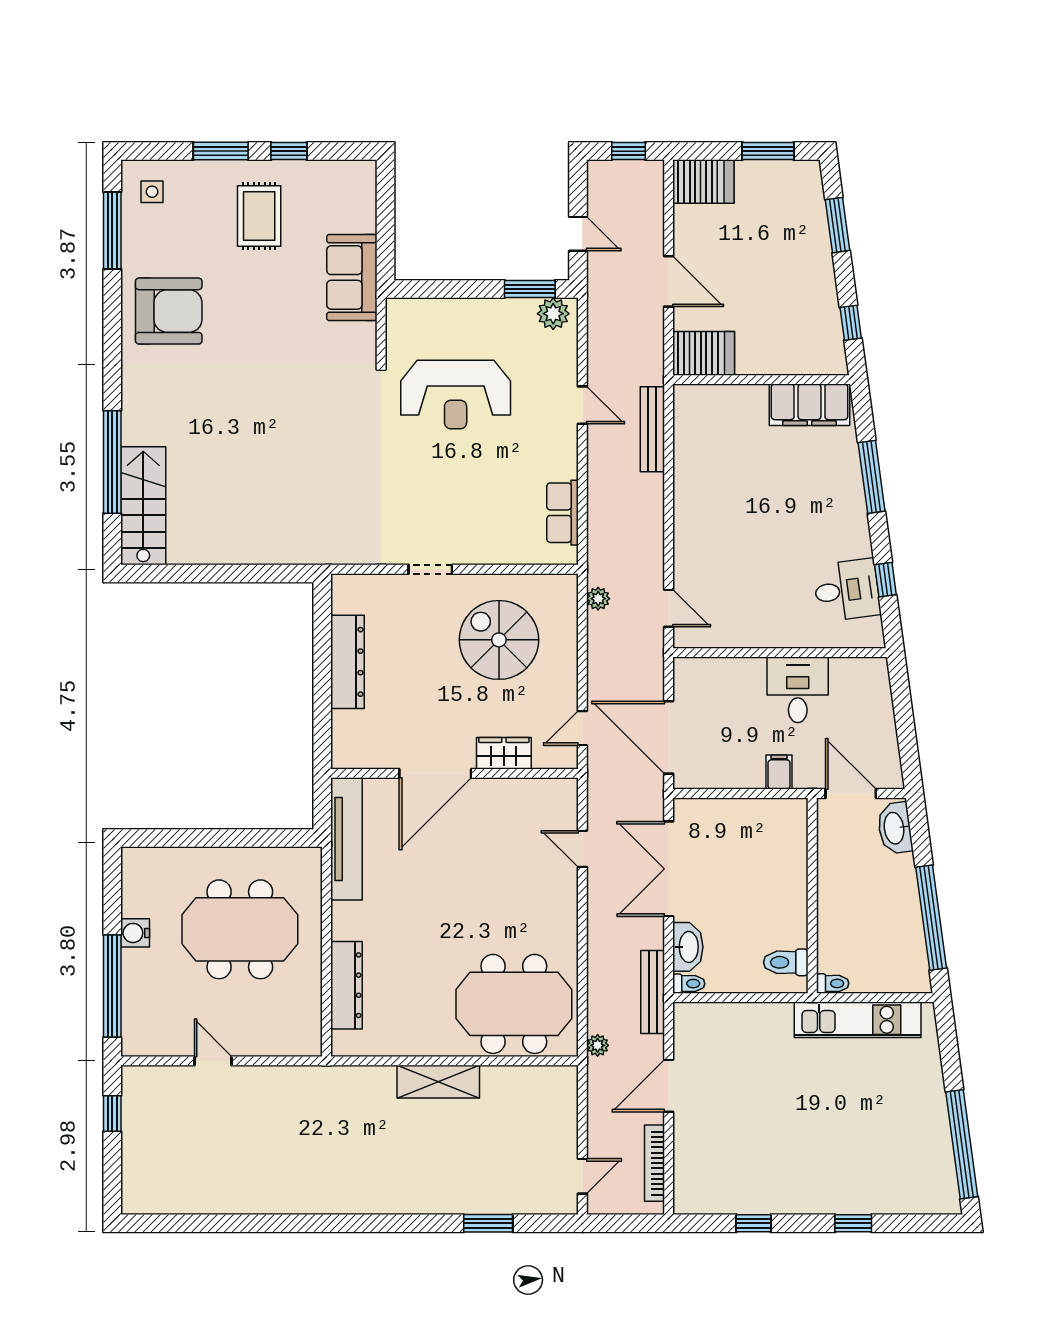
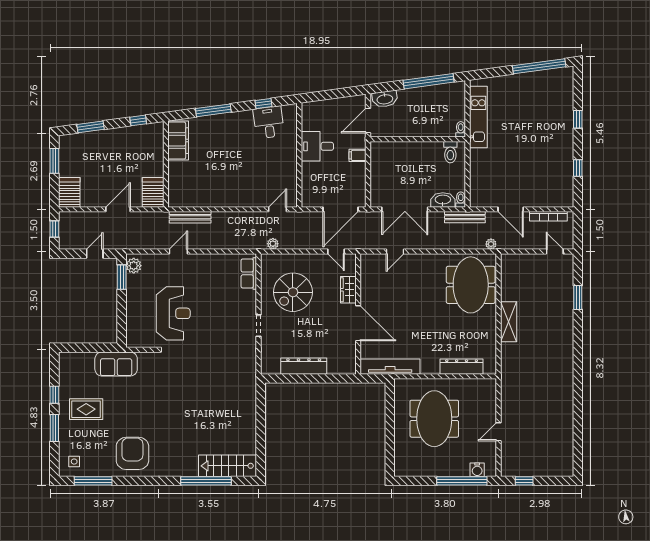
row of seats: (562, 513) -> (249, 273), moved, turned 90
water cooler: (135, 933) -> (477, 470), moved

